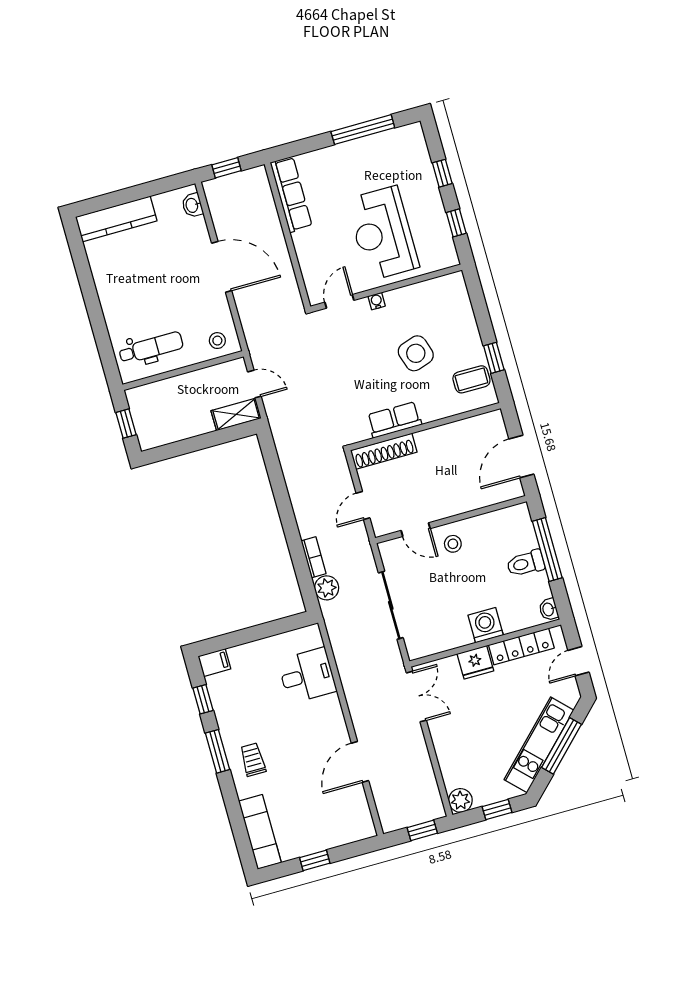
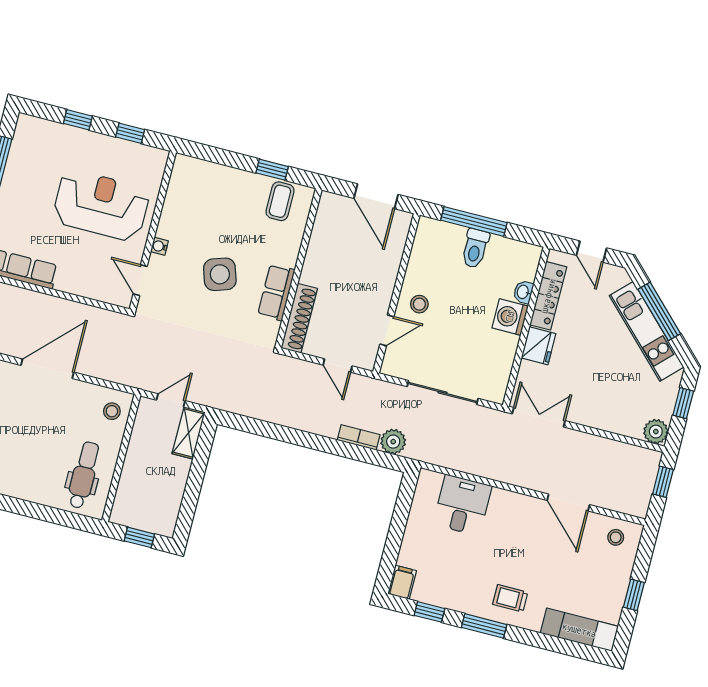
reception desk: (383, 233) -> (101, 205), turned 180
side table: (416, 353) -> (220, 274), moved
washbasin: (549, 609) -> (523, 292), moved, turned 90
stool: (354, 818) -> (616, 537), added

